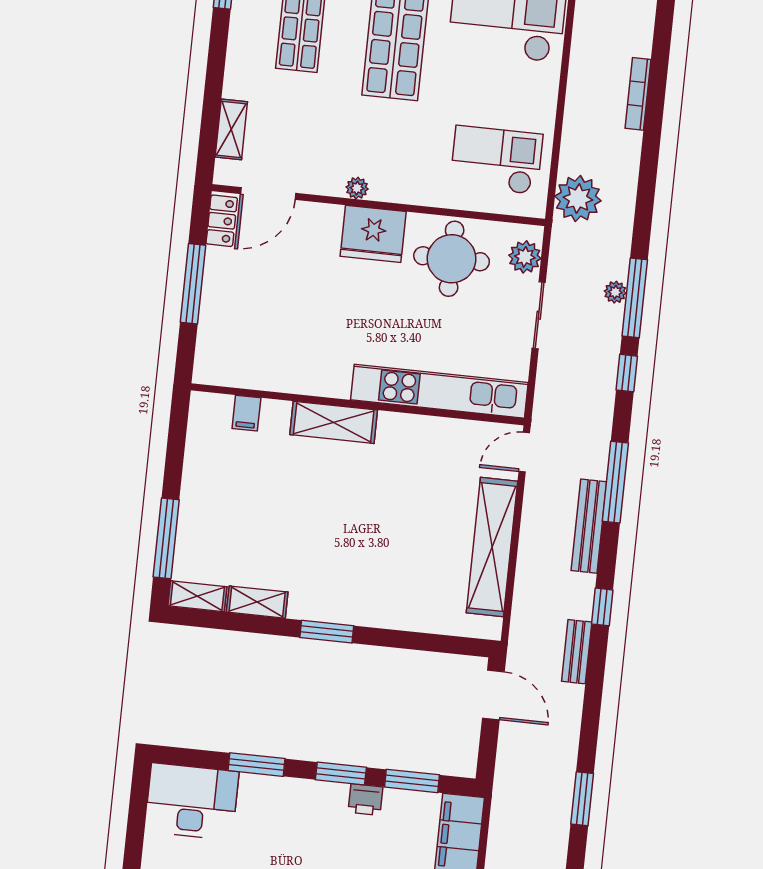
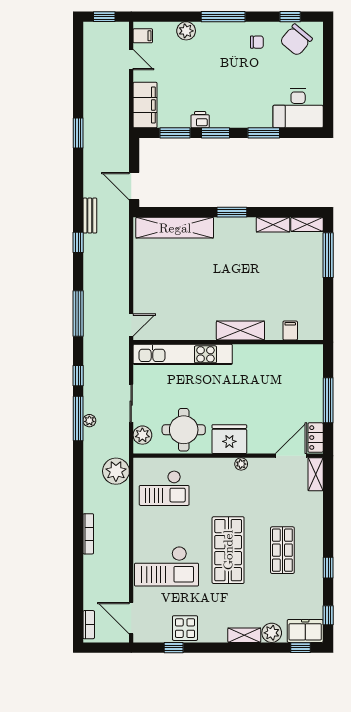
shelving: (231, 129) -> (316, 474), moved
bench: (589, 526) -> (90, 287), removed
shelving: (492, 547) -> (175, 228), moved, turned 90

